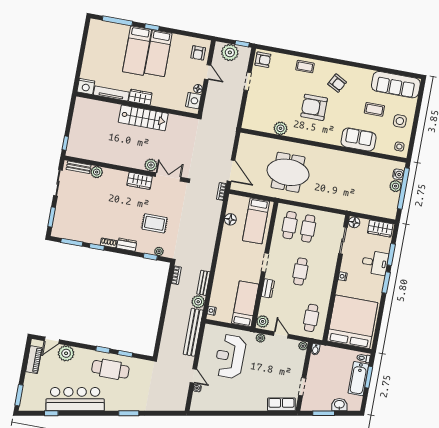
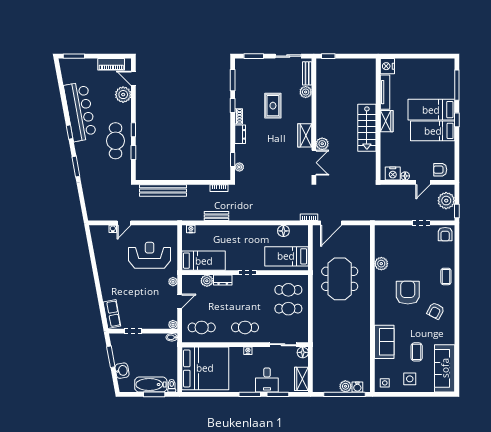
rug: (154, 223) -> (273, 106), moved
cafe table: (300, 272) -> (245, 327), moved
plant: (198, 302) -> (197, 214), removed
plant: (263, 321) -> (207, 281), moved
bench: (193, 332) -> (163, 190), moved
window: (51, 413) -> (70, 132), moved

